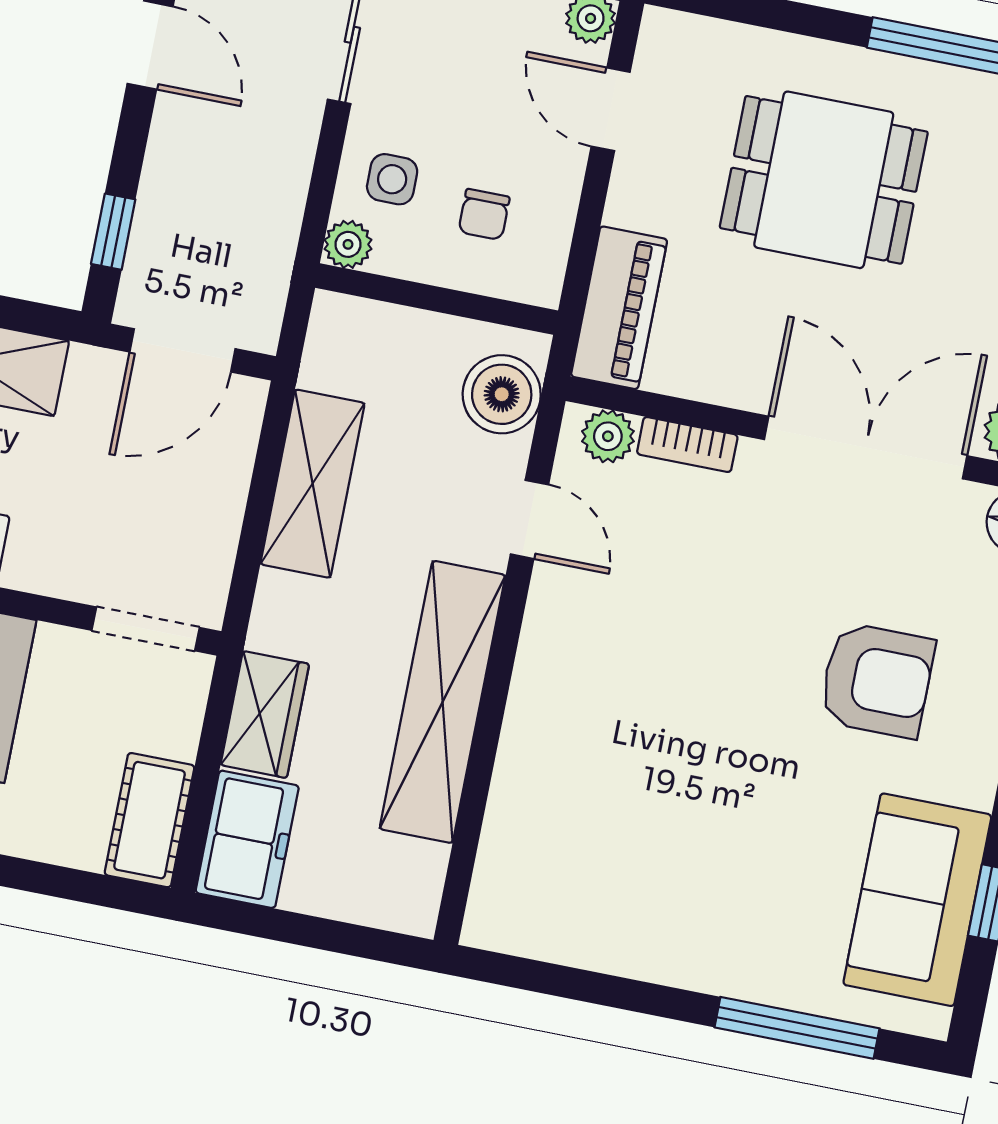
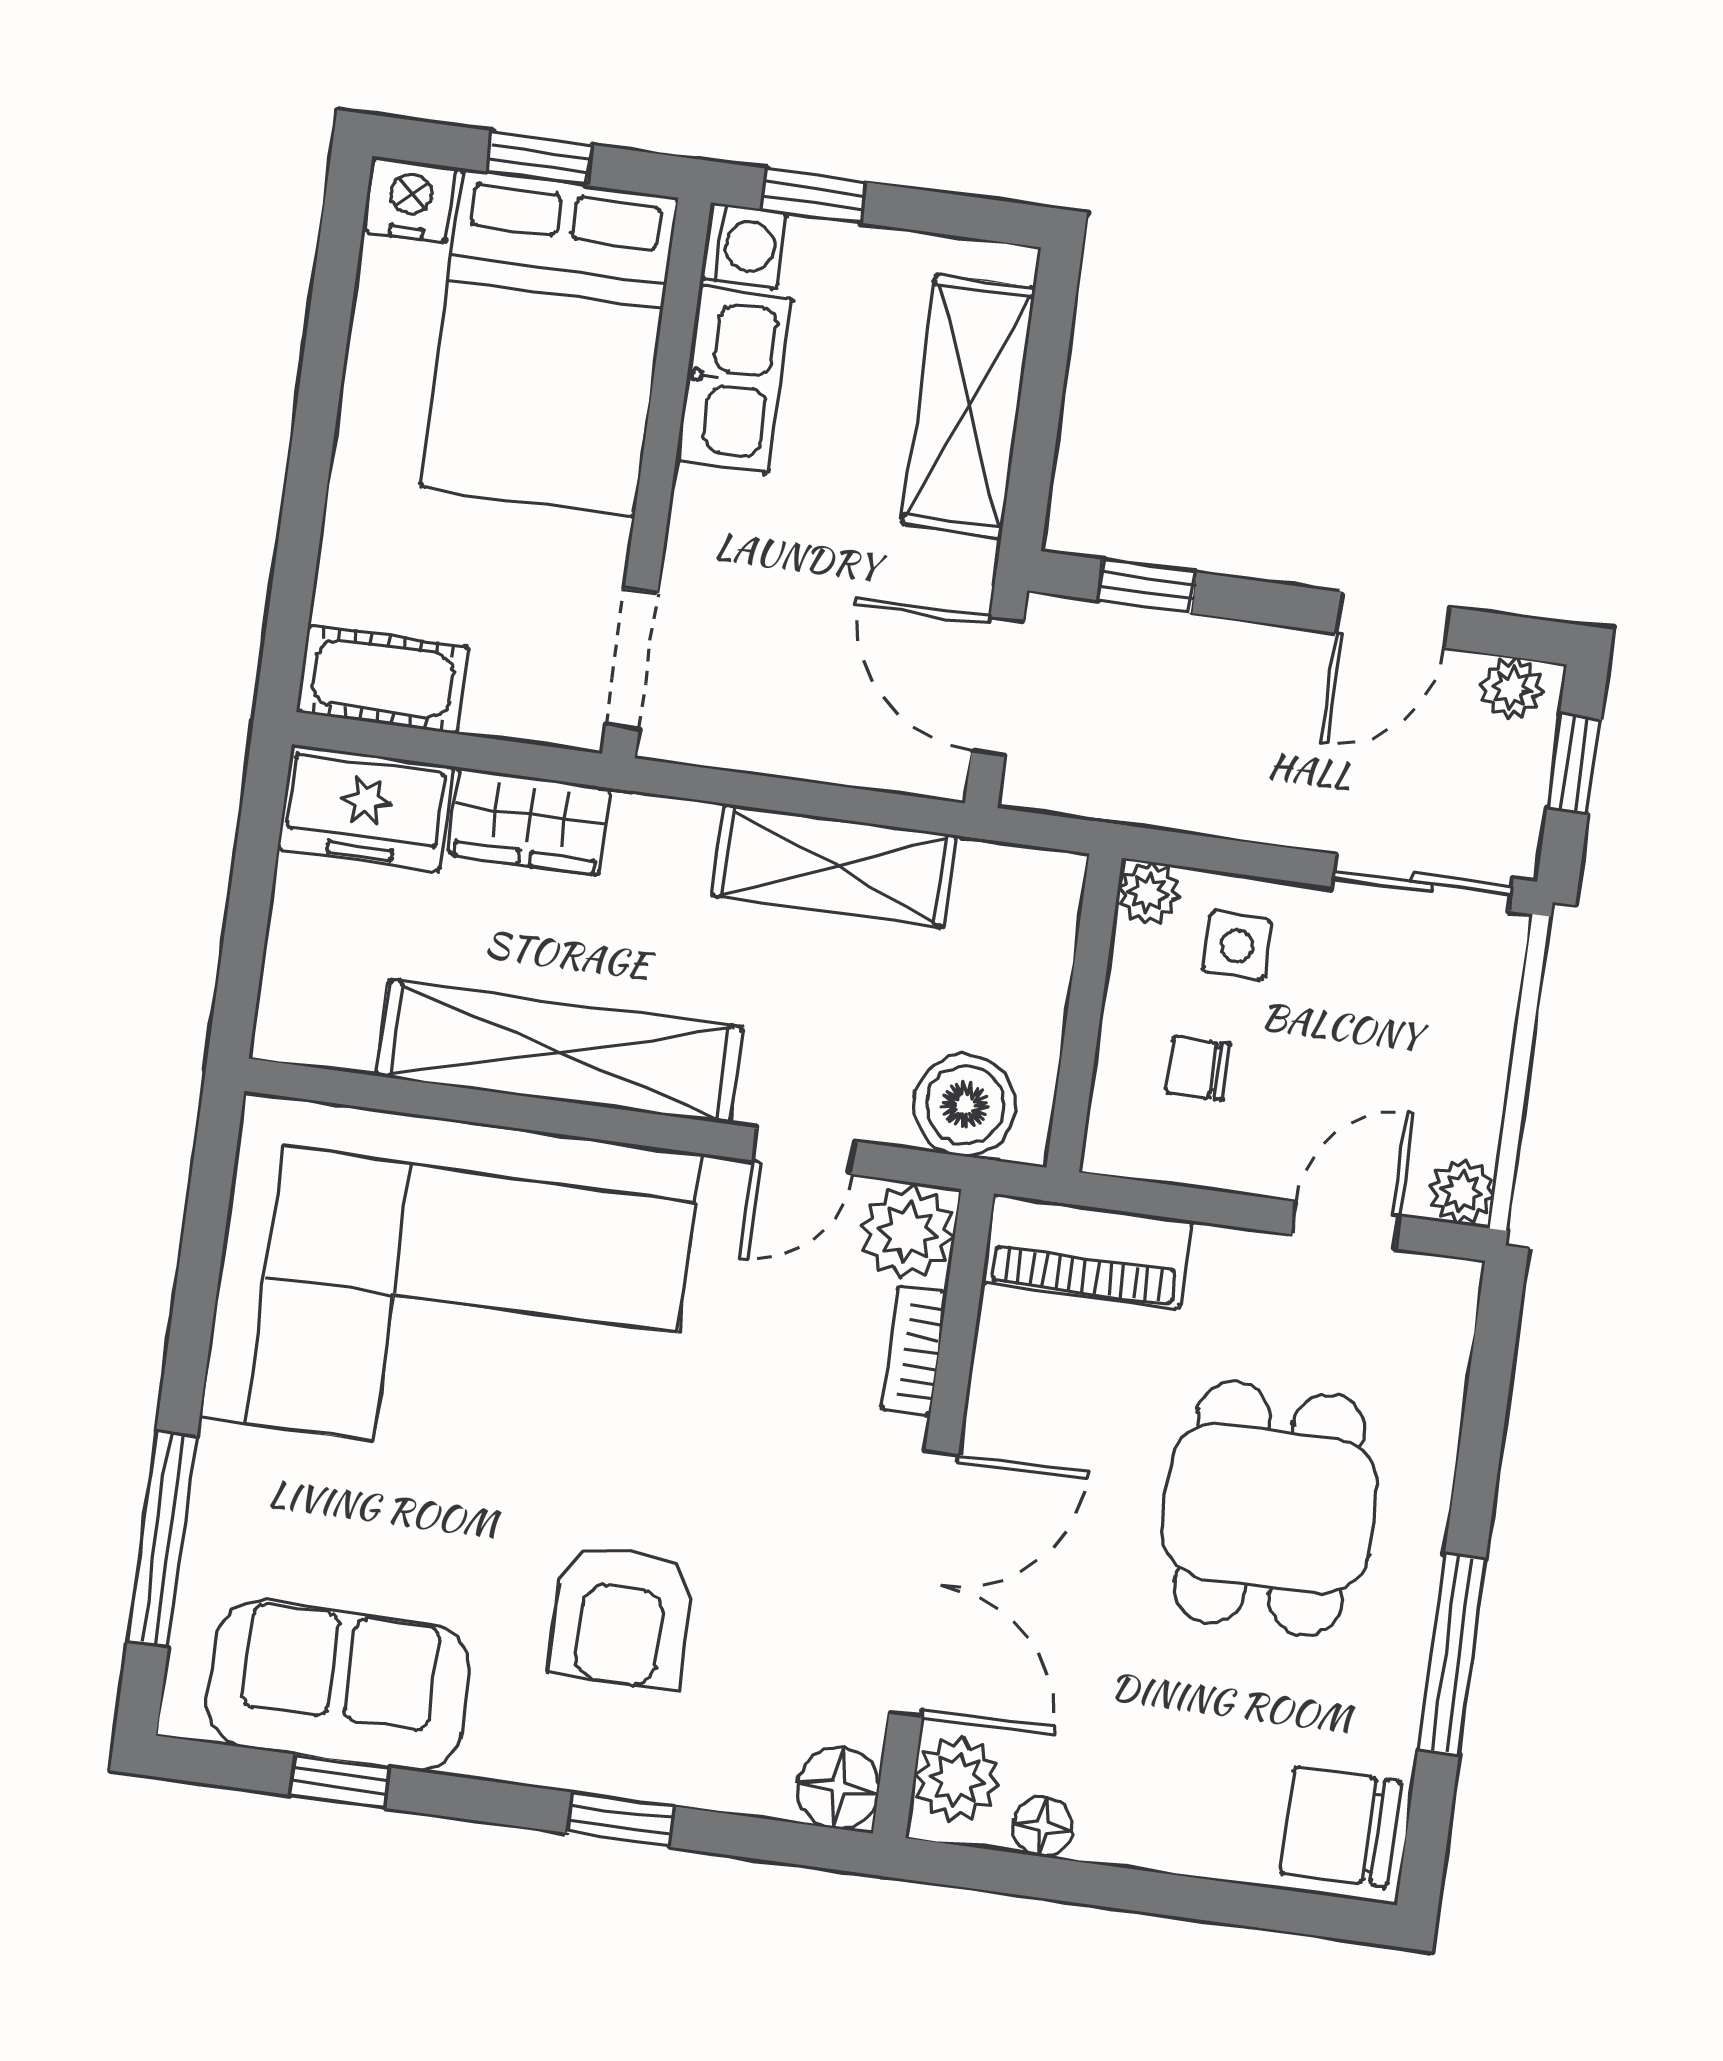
plant: (608, 436) -> (907, 1232), width x1.38, depth x1.38
corner sofa: (616, 796) -> (451, 1285), added

